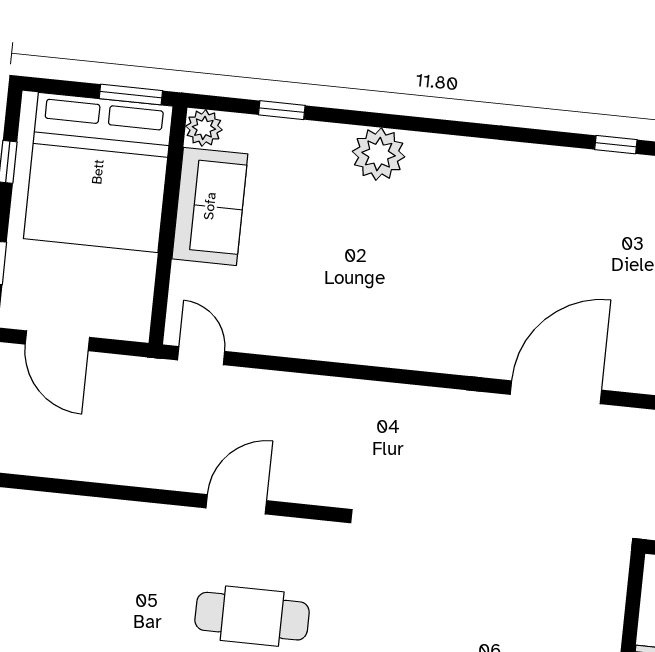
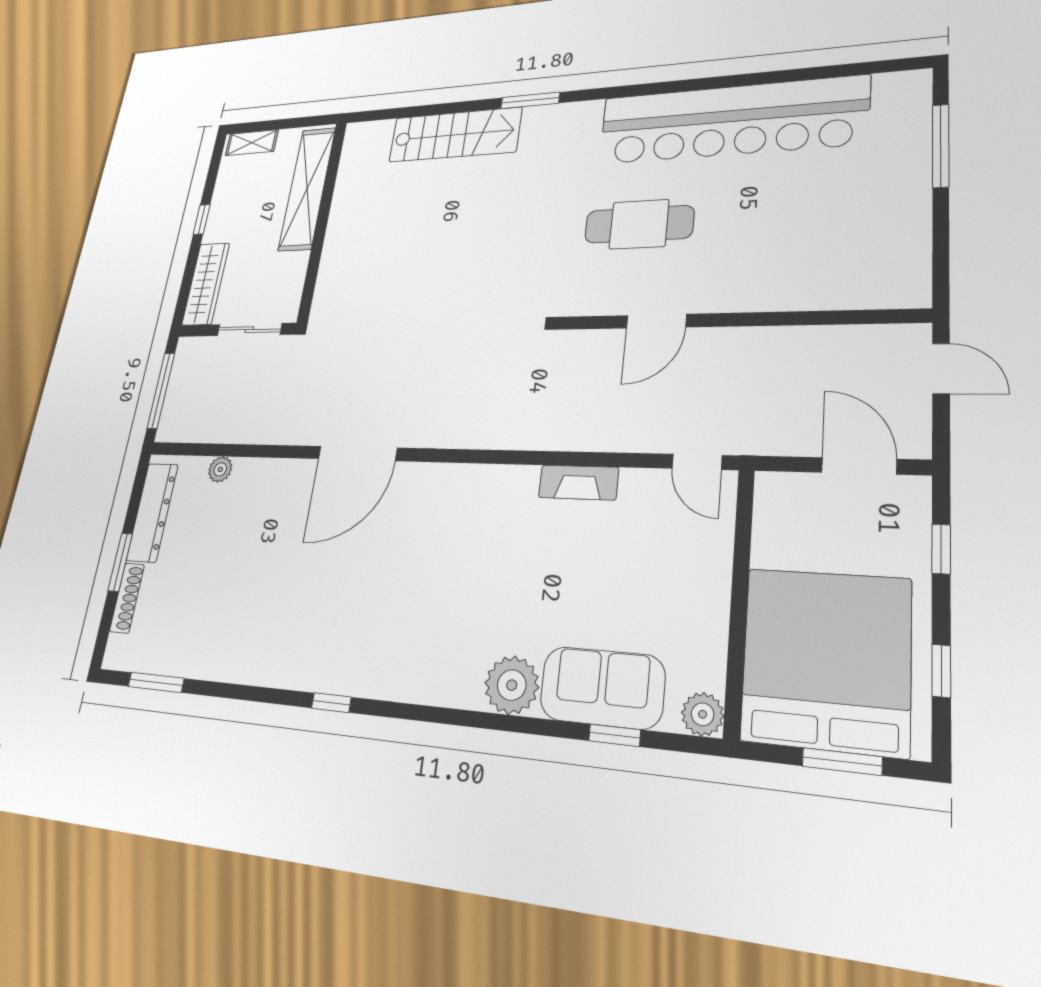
window: (131, 95) -> (842, 762), moved
window: (616, 145) -> (331, 703), moved
sofa: (210, 206) -> (602, 687), moved, turned 90
fireplace: (316, 344) -> (578, 483), added

